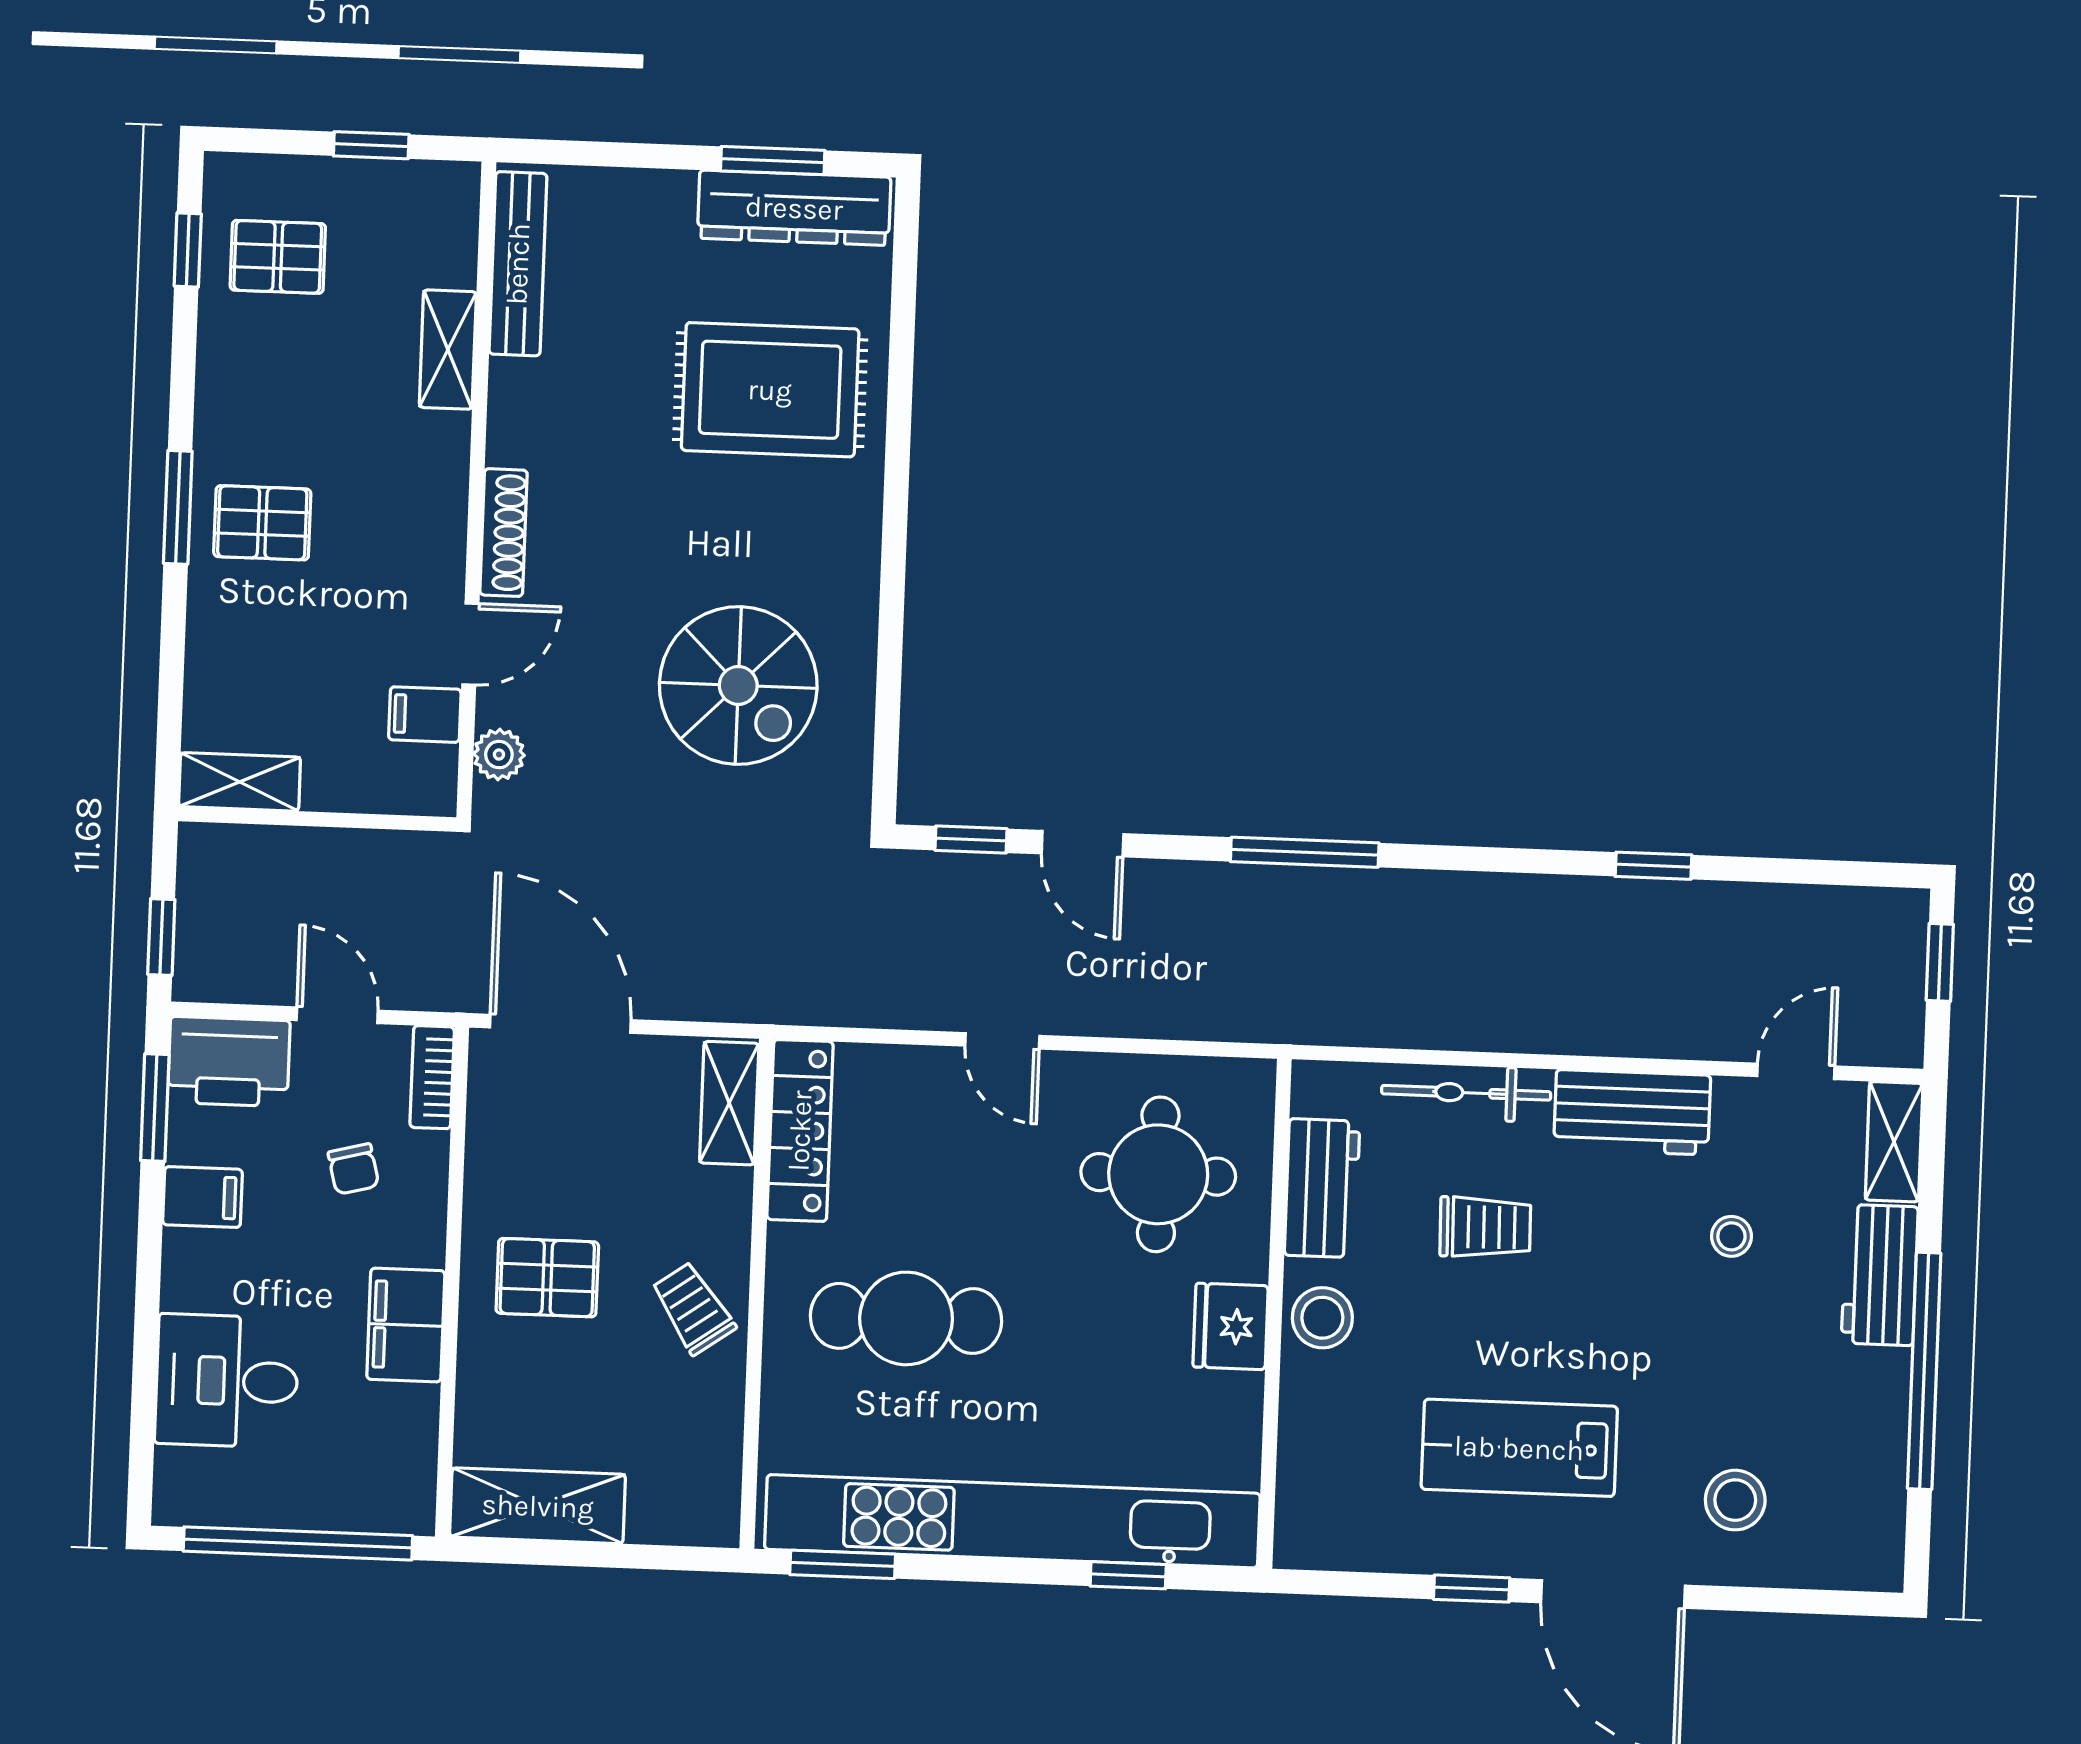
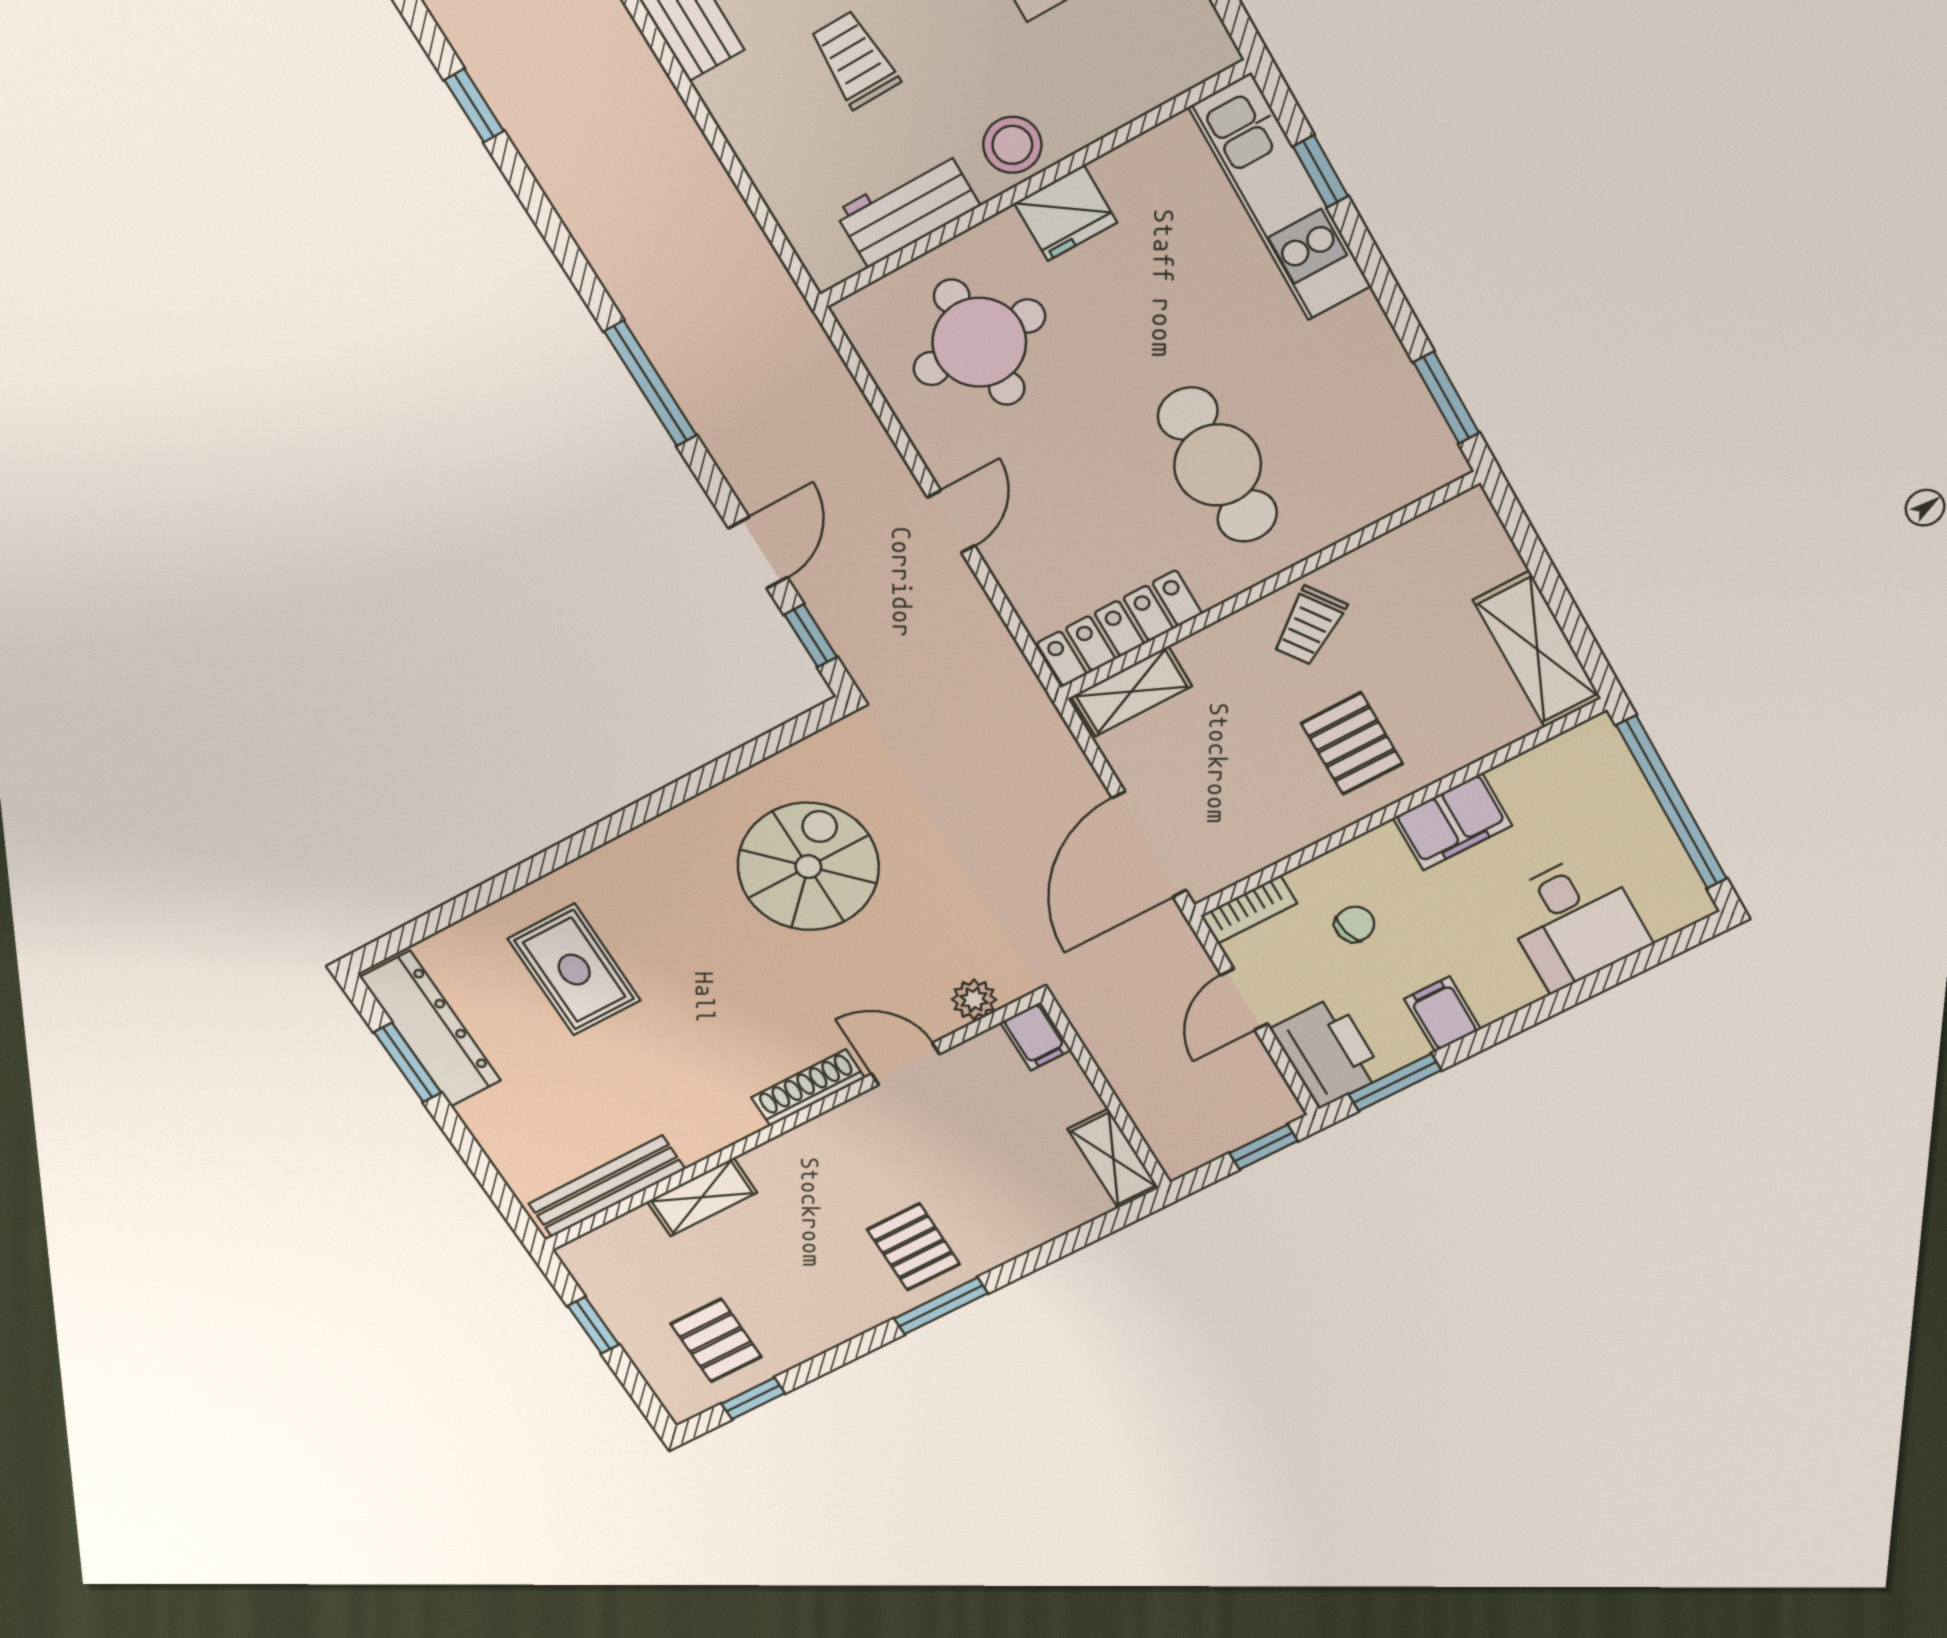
rug: (770, 390) -> (574, 970), width x0.73, depth x0.70
filing cabinet: (425, 715) -> (1036, 1036), moved
bicycle: (1466, 1093) -> (756, 142), removed
kitchen unit: (1012, 1521) -> (1280, 197), width x0.54

